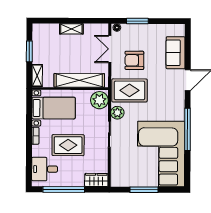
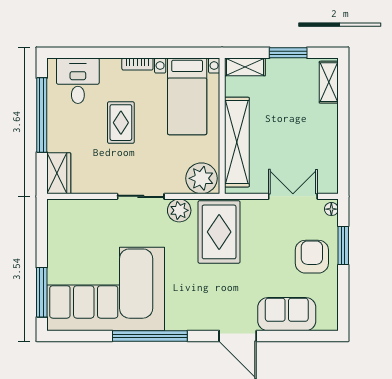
shelving: (71, 29) -> (329, 82), moved
armchair: (134, 60) -> (312, 257), moved
rug: (68, 145) -> (121, 123), width x0.73, depth x0.70
window: (144, 190) -> (42, 292), moved

